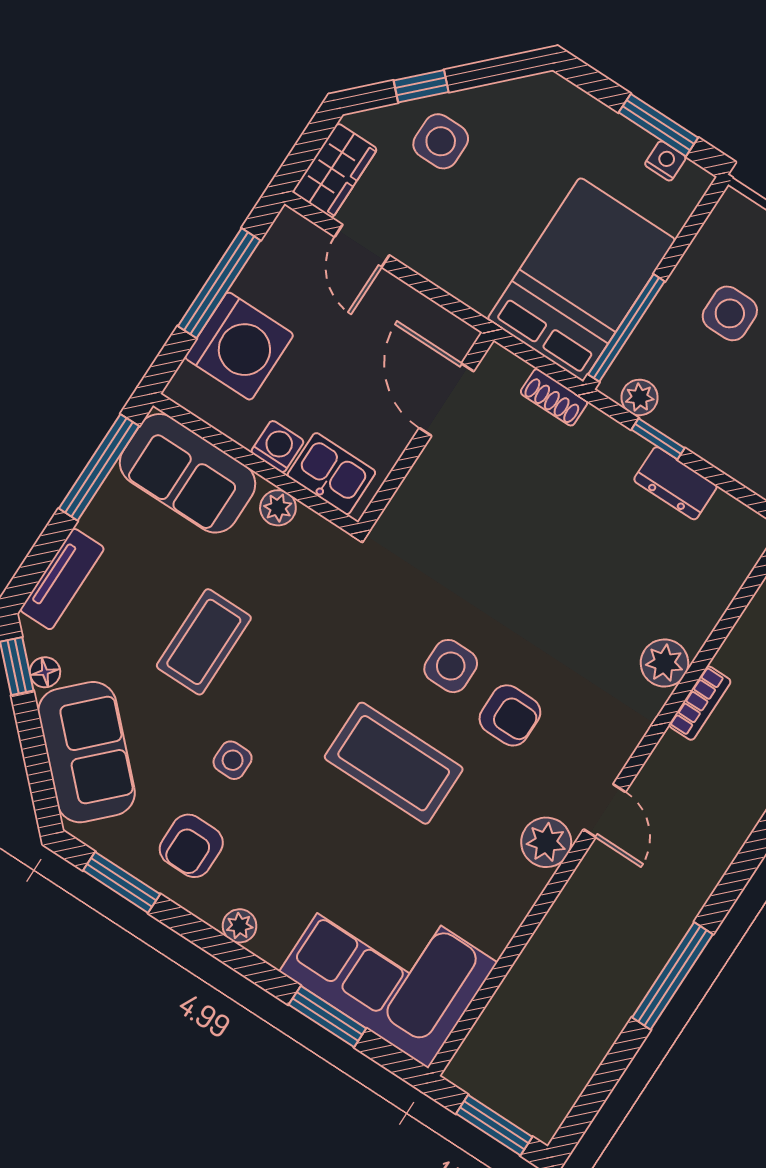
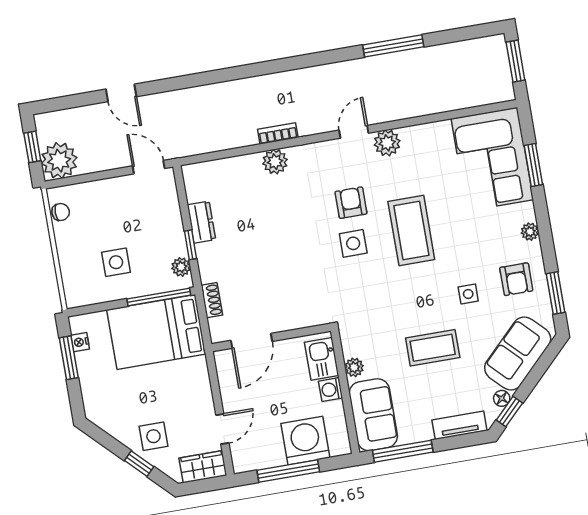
armchair: (191, 846) -> (516, 279), turned 90

